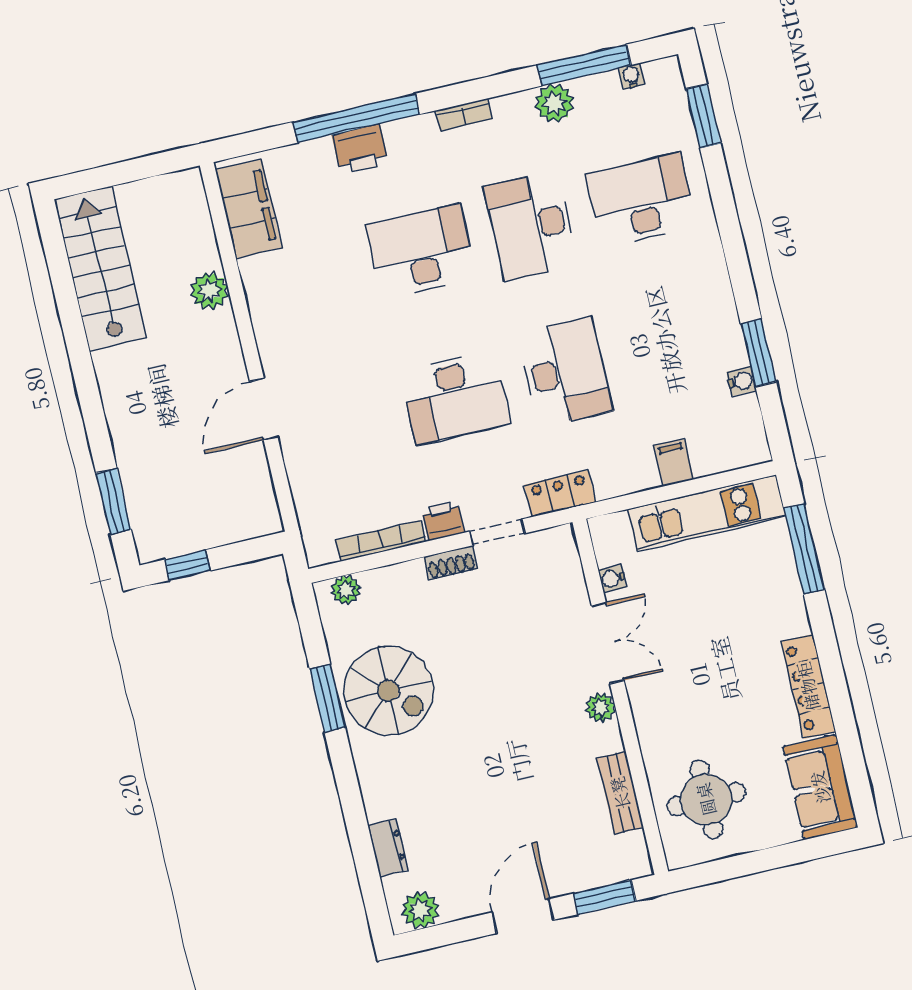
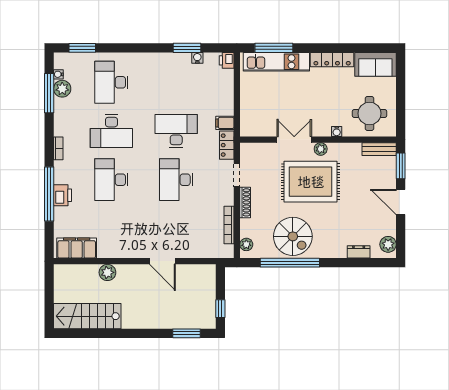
plant: (554, 103) -> (62, 89), moved
desk: (455, 397) -> (176, 180), turned 180
filing cabinet: (674, 463) -> (225, 123), moved
kitchen unit: (707, 513) -> (276, 62), moved, turned 90
printer: (443, 521) -> (227, 60), moved
shoe rack: (451, 563) -> (245, 202), width x1.43
water cooler: (612, 579) -> (337, 131), moved
spiral stairs: (388, 691) -> (293, 236), turned 90
window: (327, 698) -> (290, 263), width x2.11
rug: (521, 702) -> (311, 182), added
bench: (620, 793) -> (379, 149), moved

